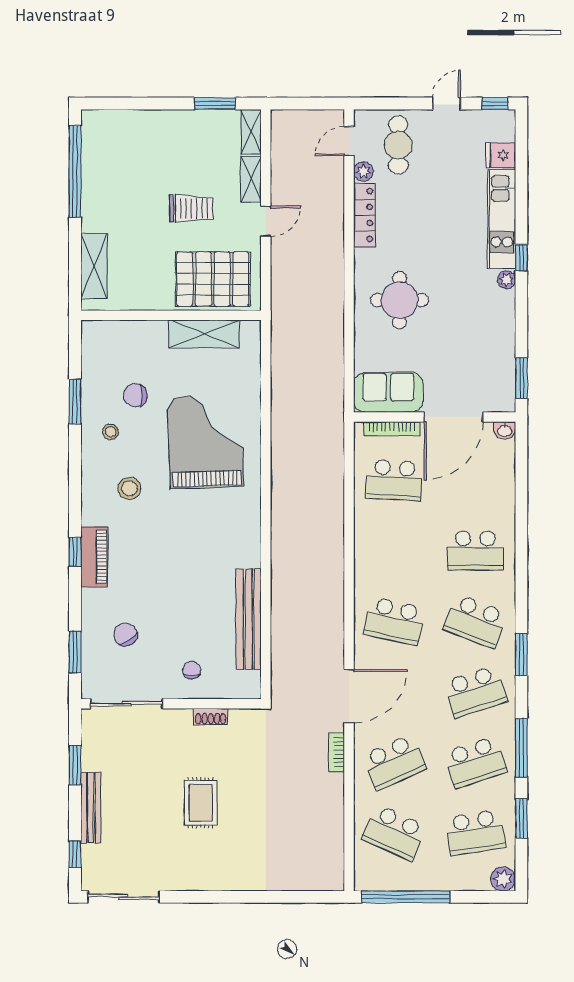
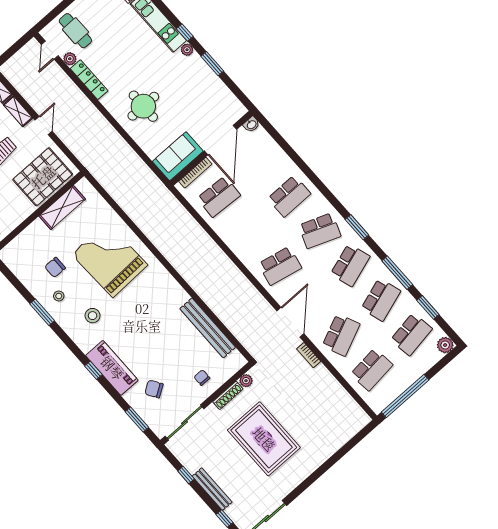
window: (521, 378) -> (212, 64), moved
window: (75, 402) -> (42, 312), moved
piano: (94, 557) -> (112, 368), width x1.37, depth x1.33
shoe rack: (211, 717) -> (228, 395), width x1.43
plant: (239, 718) -> (246, 381), added
window: (75, 765) -> (186, 475), width x0.67
rug: (201, 803) -> (264, 439), width x1.86, depth x2.06
school desk: (394, 833) -> (372, 370), turned -30

